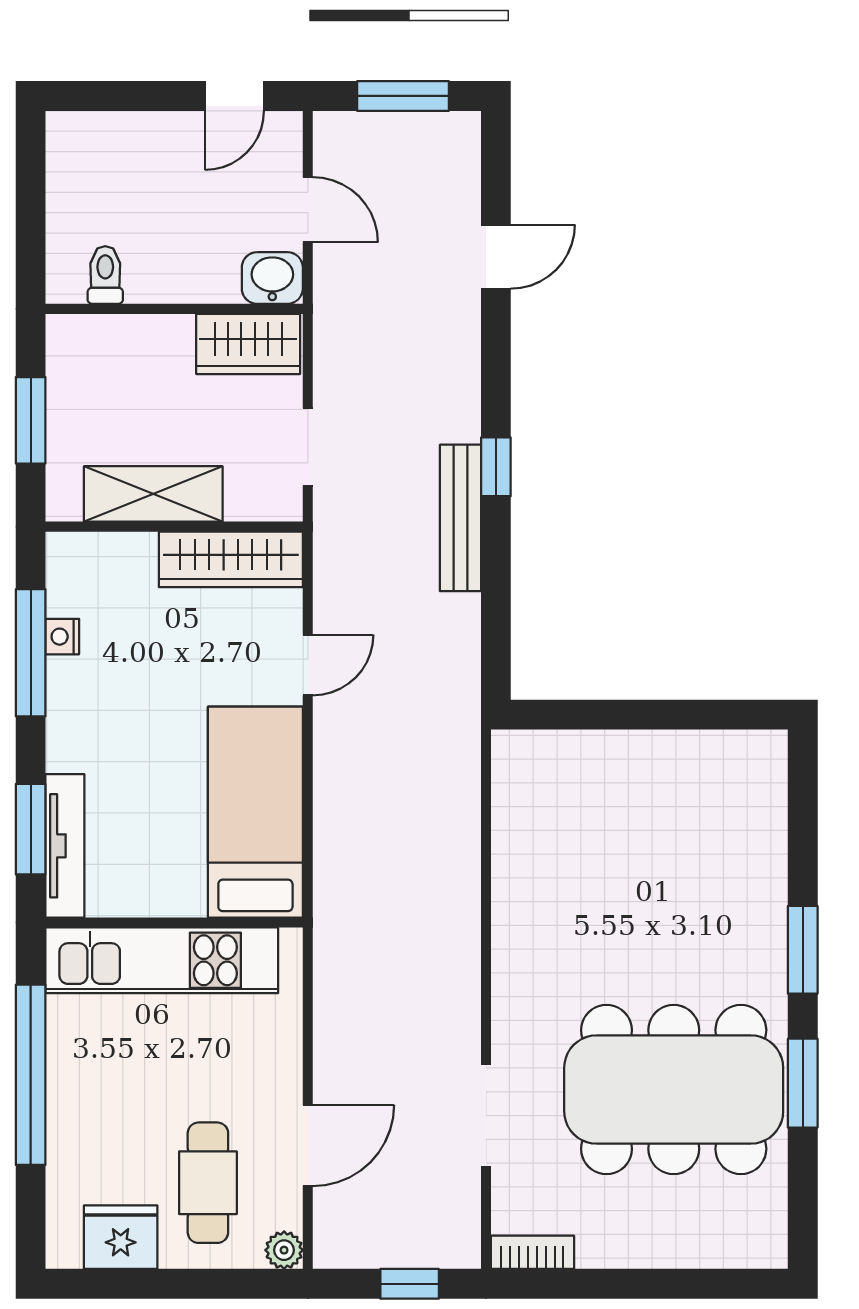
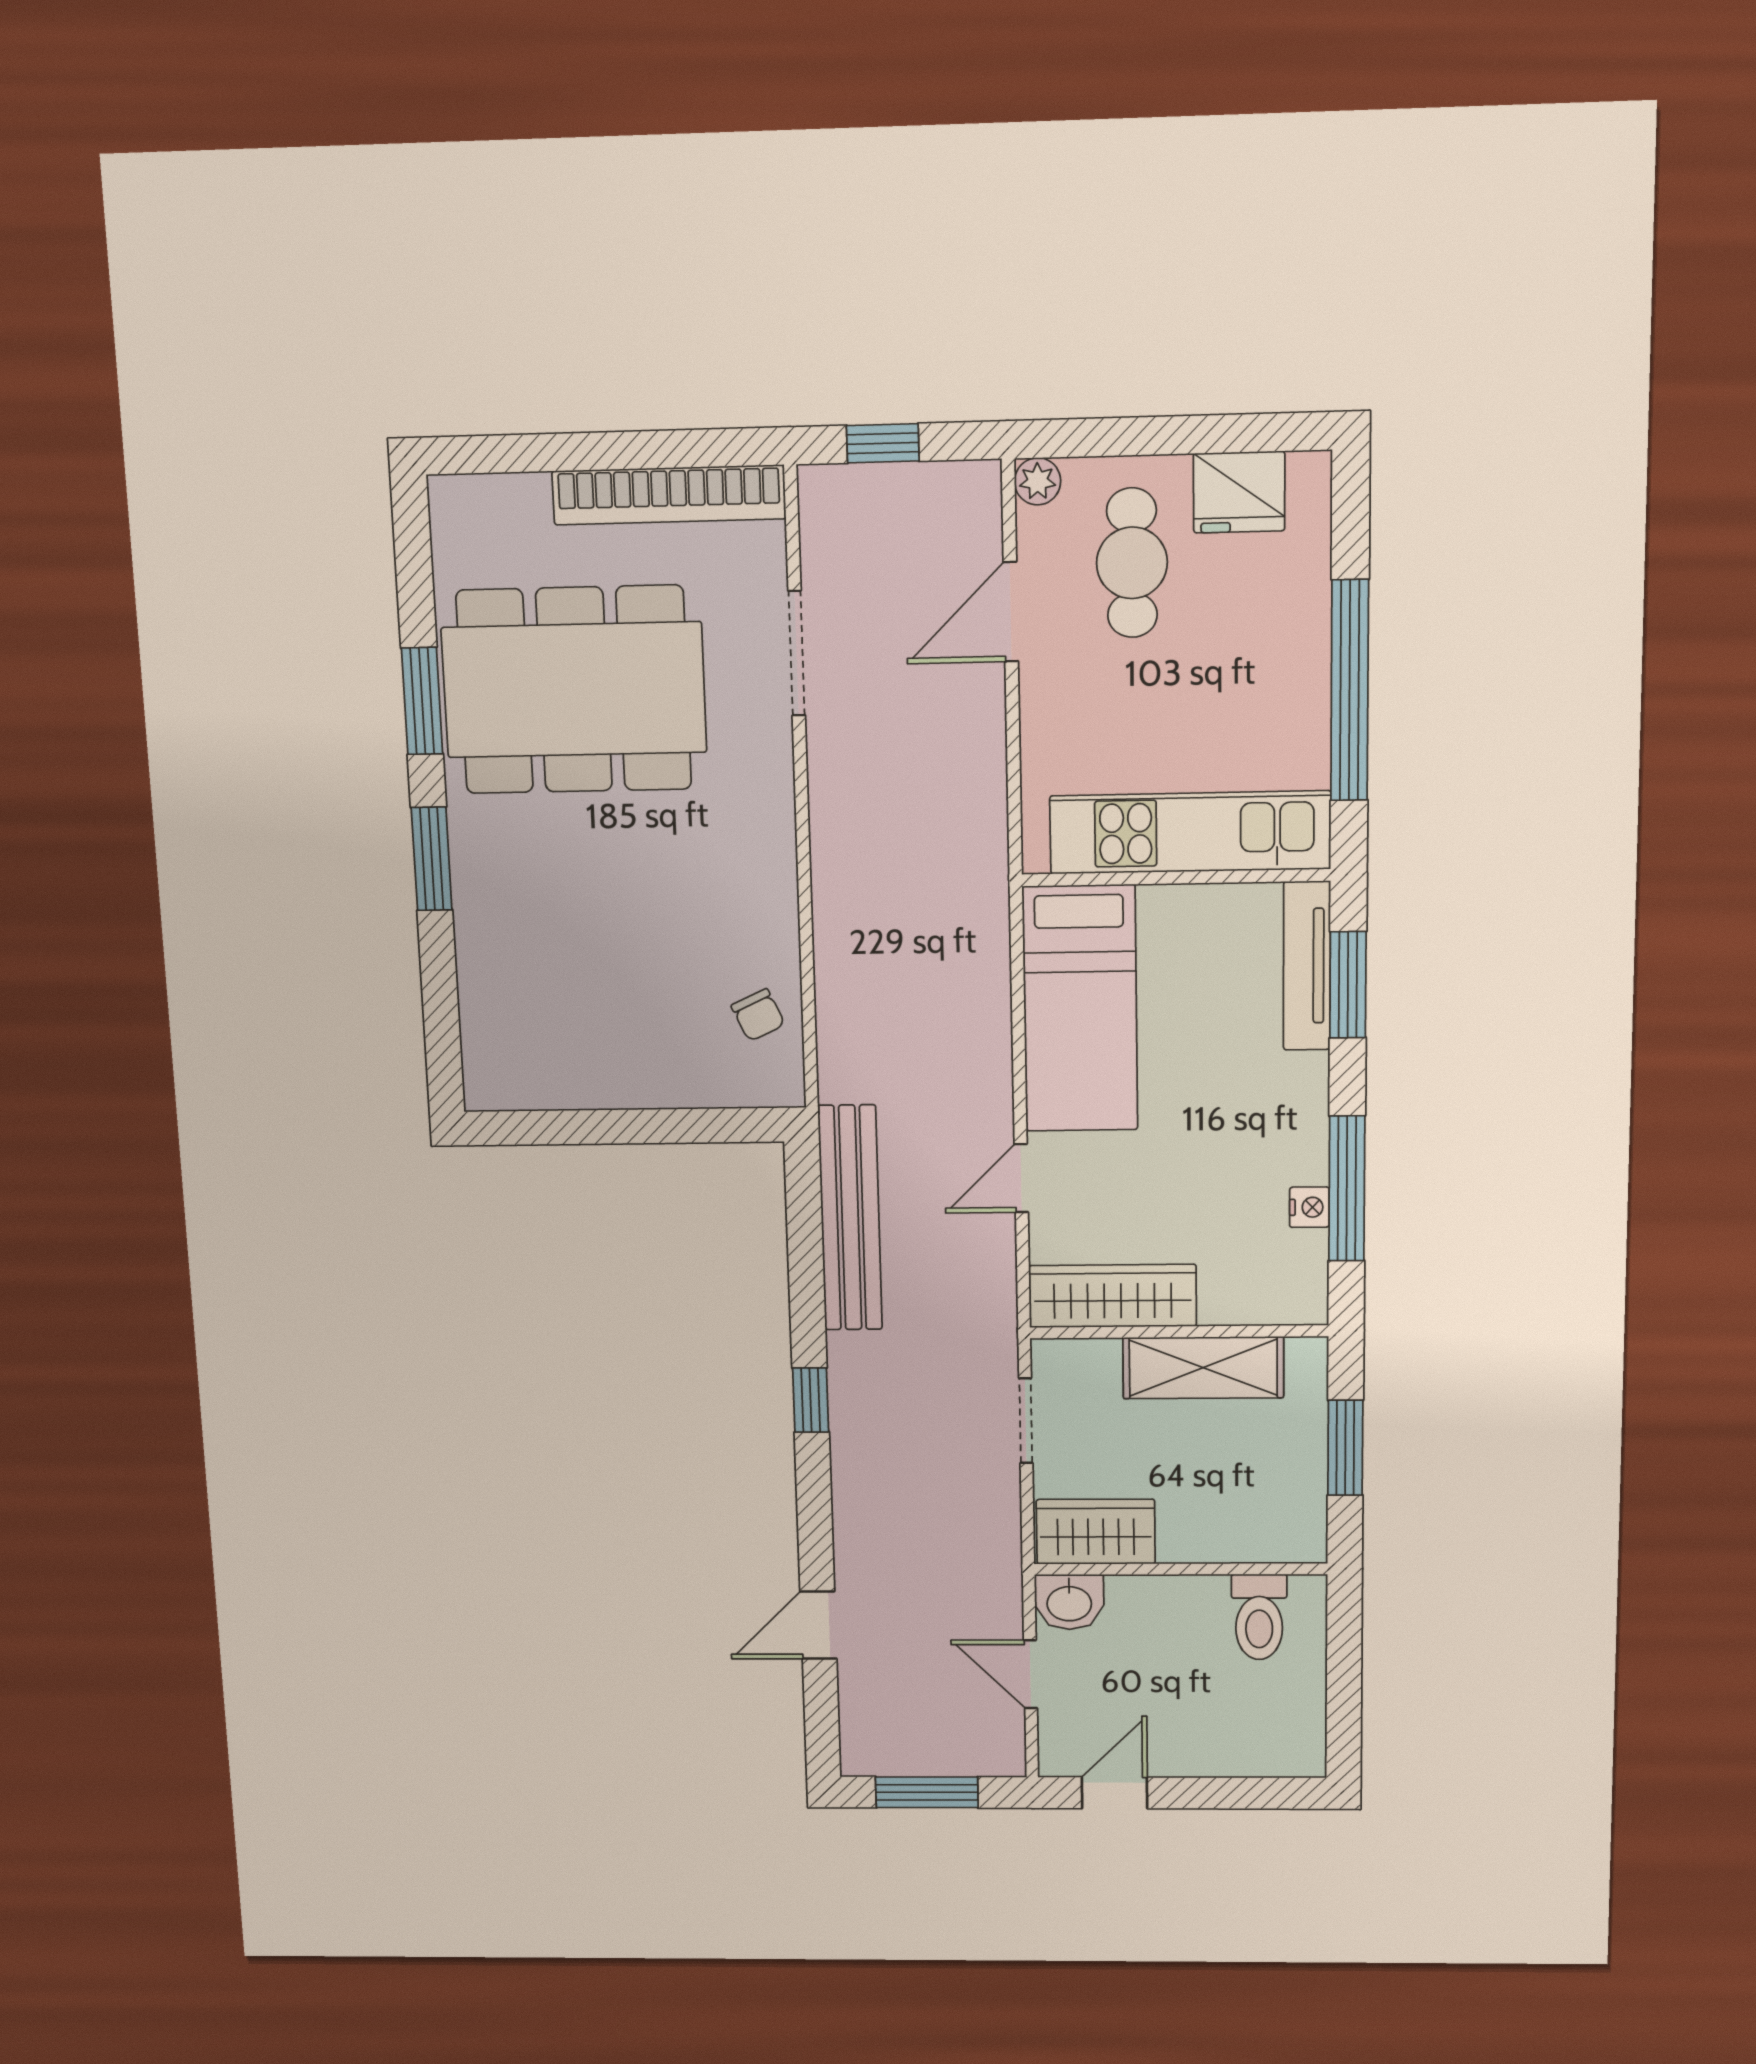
toilet: (105, 275) -> (1259, 1617), width x1.37, depth x1.39
bench: (460, 518) -> (850, 1218), moved, width x1.37, depth x1.21
chair: (529, 811) -> (758, 1015), added
bookcase: (532, 1252) -> (669, 495), width x2.31, depth x1.31

